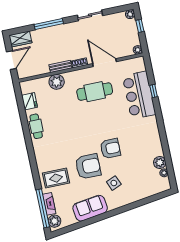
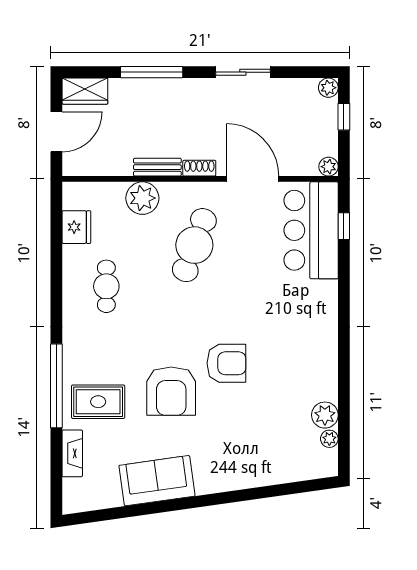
window: (154, 91) -> (344, 226), moved
cafe table: (95, 92) -> (194, 245), moved, turned -70
bar counter: (139, 95) -> (311, 230), moved
cafe table: (36, 126) -> (106, 286), moved
armchair: (88, 166) -> (171, 391), turned 90
side table: (114, 183) -> (218, 438), removed
window: (43, 208) -> (56, 386), moved
plant: (54, 221) -> (76, 492), removed

